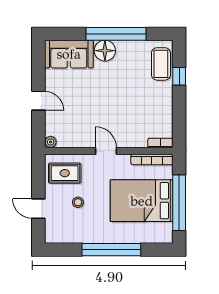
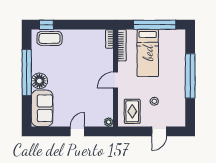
window: (179, 76) -> (46, 25), moved
bed: (142, 201) -> (148, 53), width x0.67

